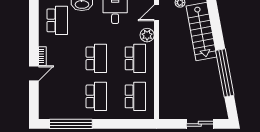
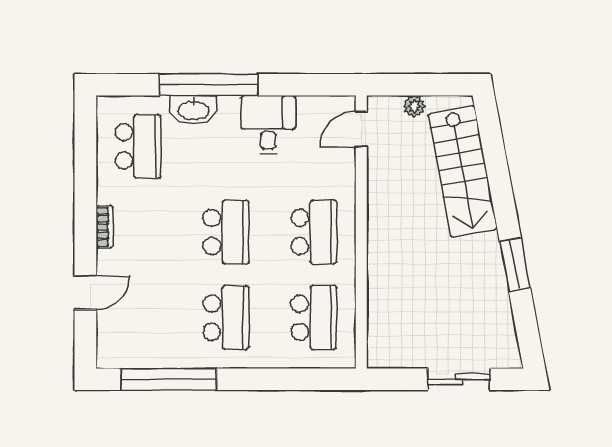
plant: (147, 35) -> (340, 180), removed
door: (34, 73) -> (85, 293), moved
window: (225, 73) -> (515, 265), width x0.47

